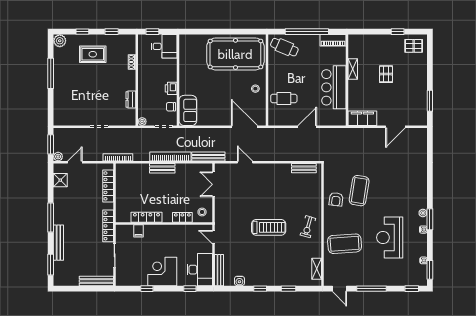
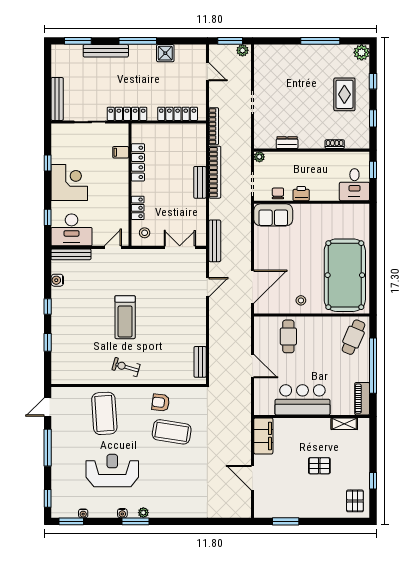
shelving: (353, 69) -> (344, 424), moved
plant: (58, 157) -> (243, 50), moved
bookcase: (170, 157) -> (215, 172), moved
shower: (60, 180) -> (165, 53), moved
shelving: (317, 269) -> (73, 378), removed

